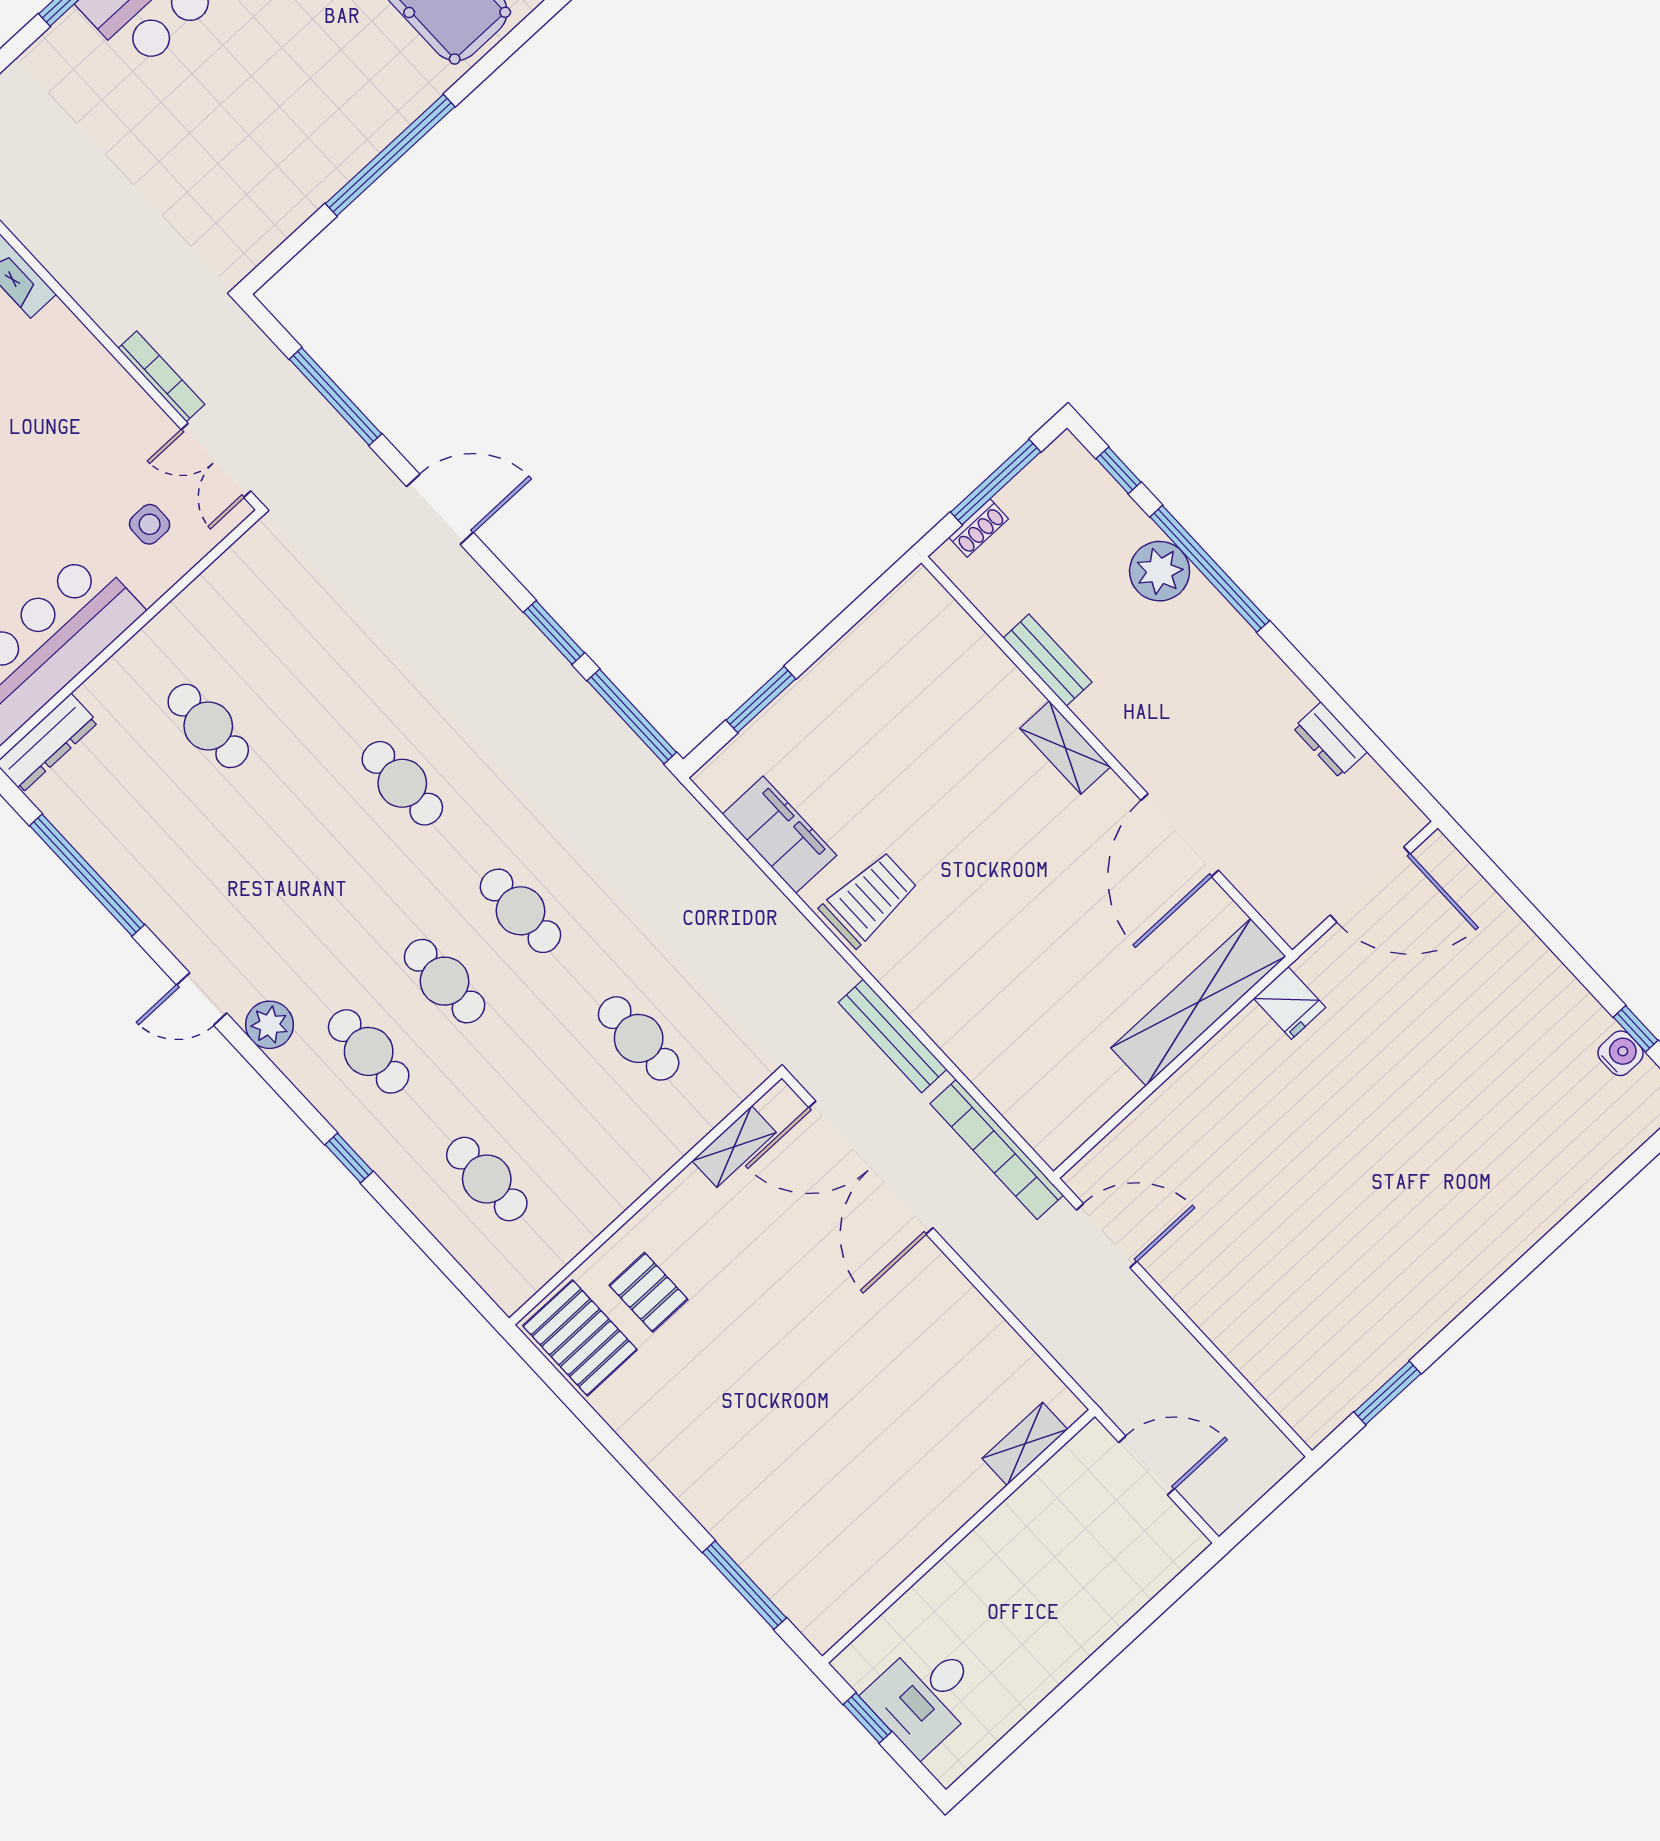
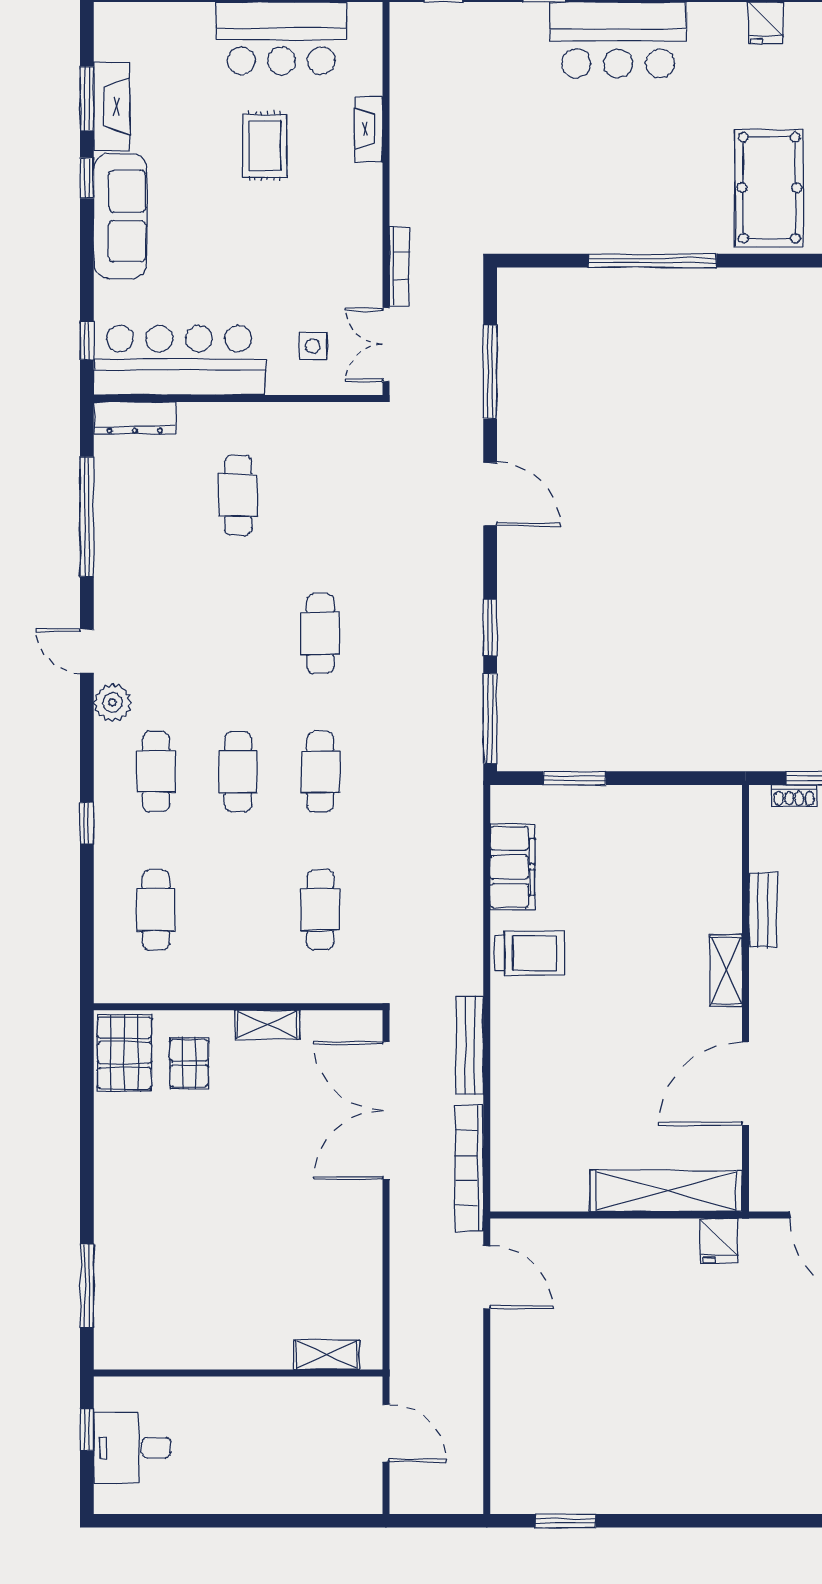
shelving: (734, 1147) -> (267, 1025), moved

